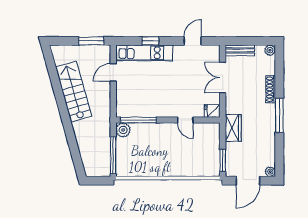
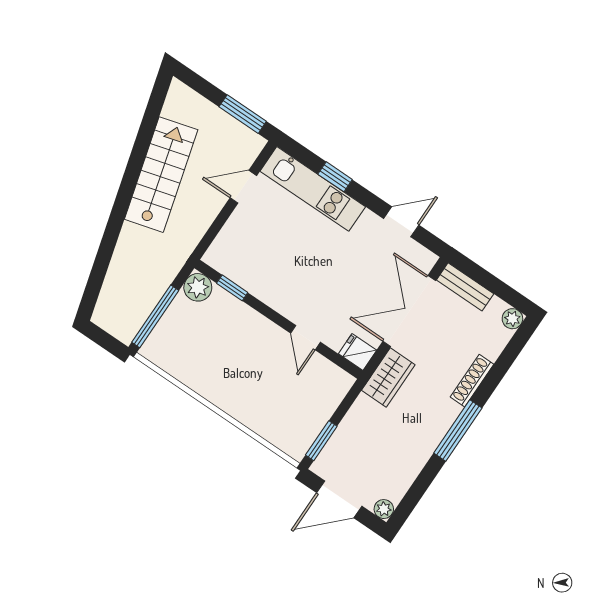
double door: (223, 78) -> (409, 311), width x1.37
window: (138, 120) -> (232, 288), width x0.46
wardrobe: (233, 128) -> (388, 378), moved

